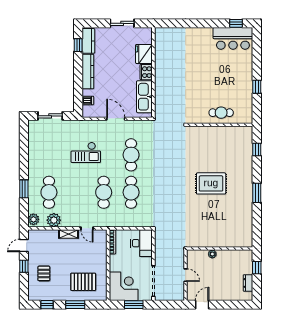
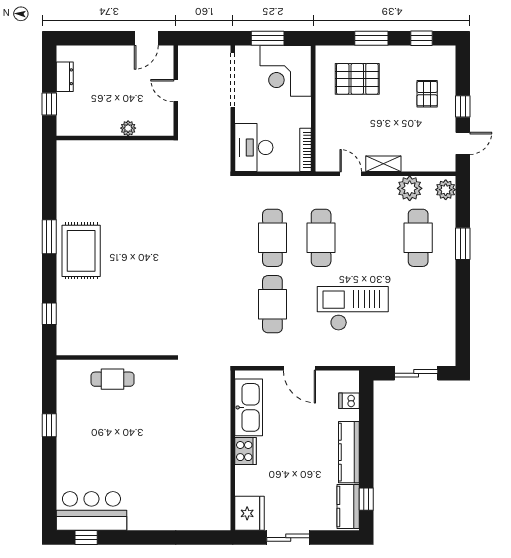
fridge: (144, 54) -> (249, 513), moved
checkout: (86, 152) -> (353, 308), width x1.36, depth x1.21
rug: (211, 183) -> (81, 251), moved, turned 90

